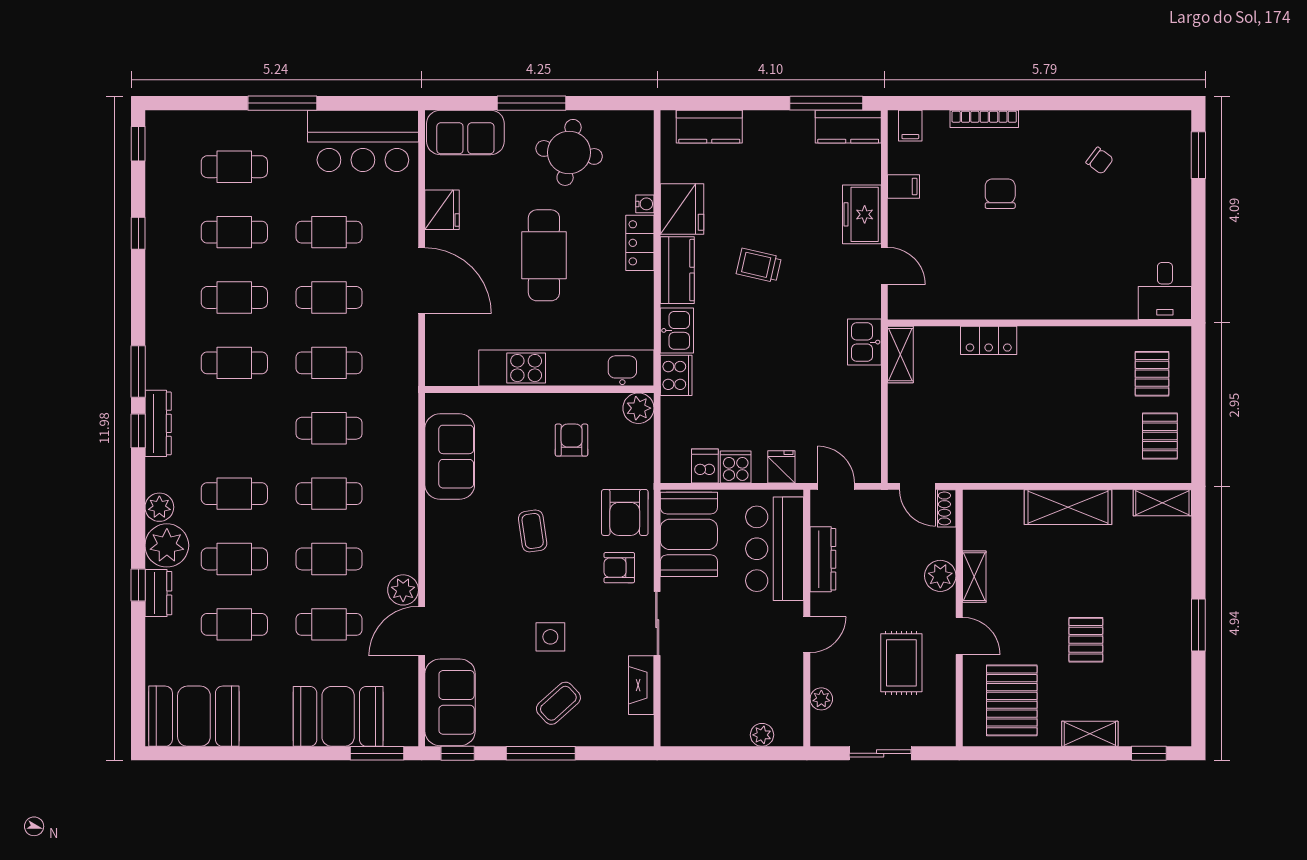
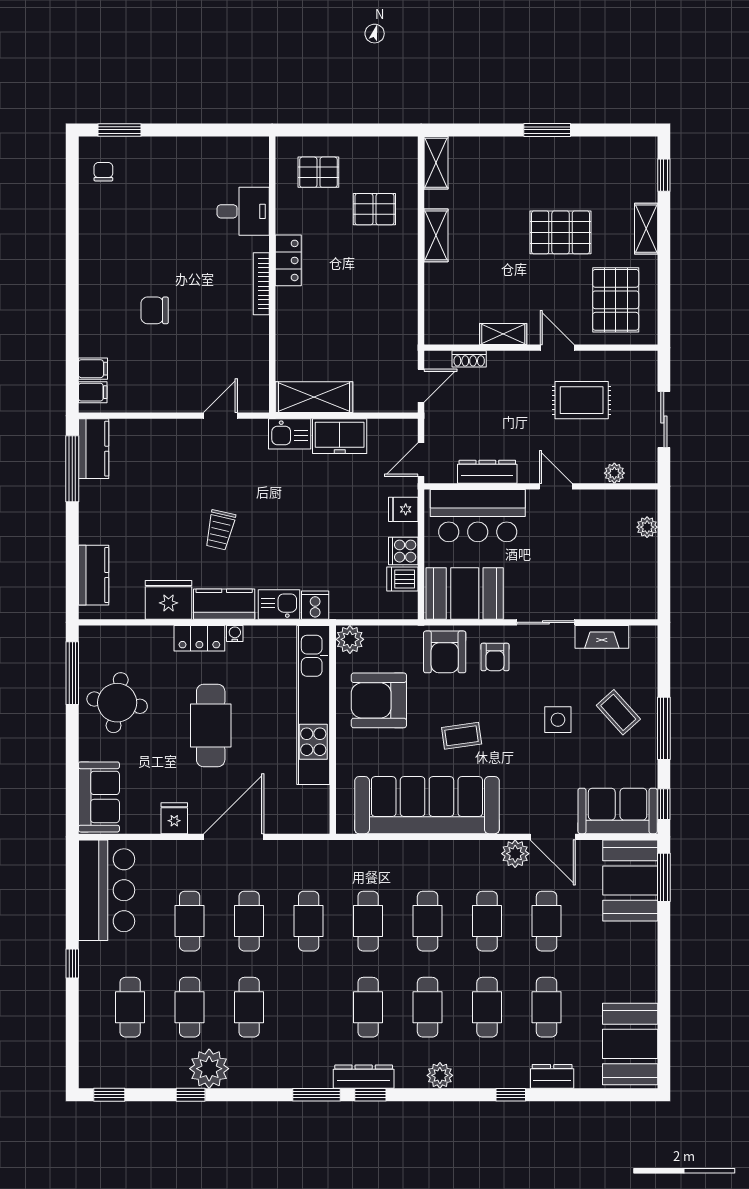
window: (282, 103) -> (72, 964), width x0.46
window: (531, 103) -> (72, 673), moved
bookcase: (984, 119) -> (261, 284), moved, turned 180
chair: (1100, 161) -> (103, 172), moved, turned -37
filing cabinet: (904, 186) -> (93, 369), moved, turned 90
water cooler: (645, 204) -> (235, 634), moved
fridge: (442, 210) -> (174, 818), width x0.72
freezer: (862, 214) -> (340, 436), moved
cafe table: (544, 255) -> (211, 725), turned 90
desk: (1165, 291) -> (243, 211), moved
locker: (989, 340) -> (288, 260), moved
shelving: (900, 355) -> (314, 397), width x1.50, depth x1.33
cafe table: (234, 363) -> (368, 1007), moved
cooker: (676, 375) -> (315, 605), width x0.73
pallet: (1160, 436) -> (374, 209), moved
armchair: (572, 440) -> (379, 700), width x1.88, depth x1.88
sofa: (450, 457) -> (427, 805), width x1.85, depth x1.27
shelving: (1068, 507) -> (436, 235), width x0.67, depth x0.75
shoe rack: (947, 508) -> (469, 359), moved
armchair: (625, 512) -> (445, 652), turned 90
plant: (167, 545) -> (209, 1069), moved
plant: (940, 576) -> (502, 365), removed
dresser: (158, 593) -> (552, 1076), moved
door: (959, 636) -> (557, 348), hinge flipped
pallet: (1086, 640) -> (561, 232), width x1.50, depth x1.42
pallet: (1012, 700) -> (616, 300), turned 90
booth: (338, 716) -> (630, 881), moved

